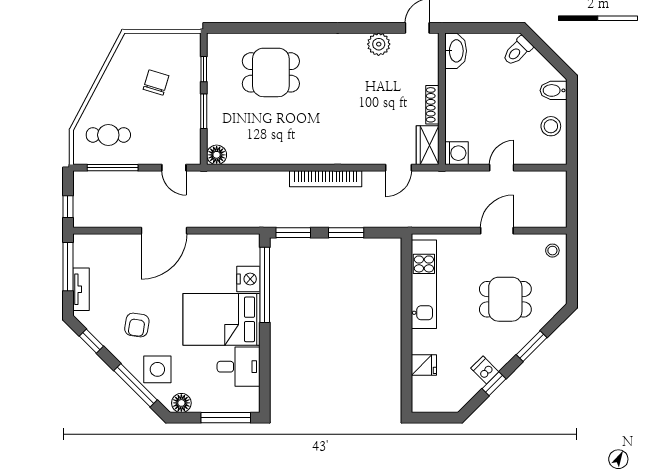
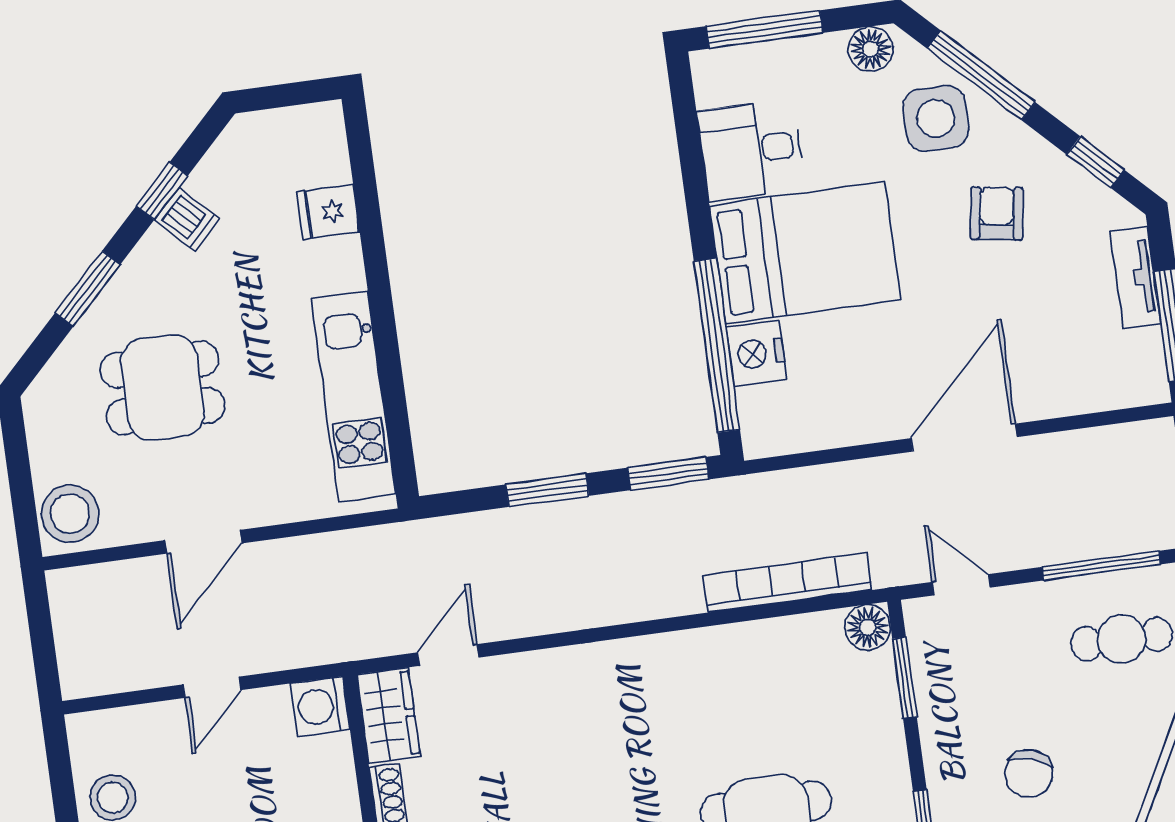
window: (204, 111) -> (904, 678), moved
bookcase: (326, 179) -> (788, 583), moved
stool: (552, 251) -> (70, 514), width x1.89, depth x1.89

